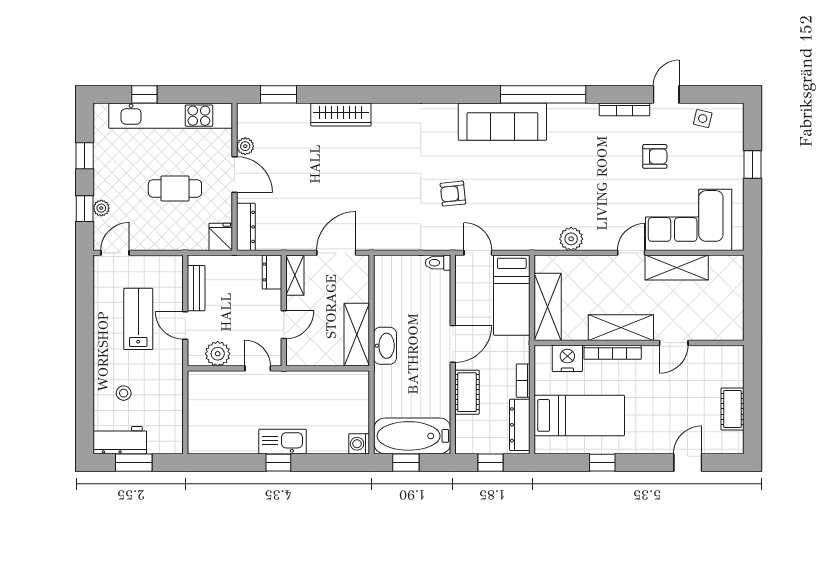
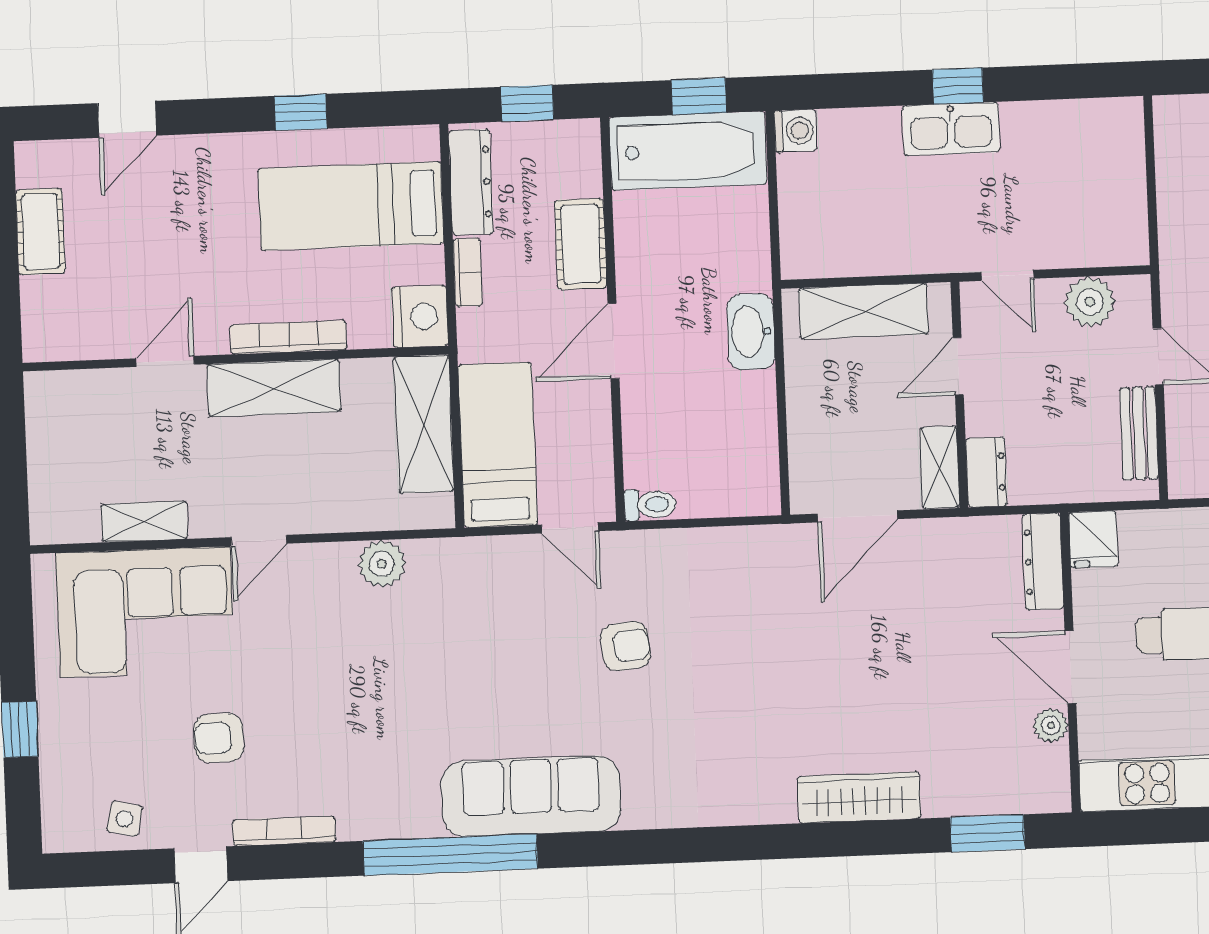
shelving: (677, 268) -> (144, 521), width x0.67, depth x0.75
shelving: (357, 335) -> (864, 311), moved, turned 90
nightstand: (567, 358) -> (420, 316), moved, turned -90

